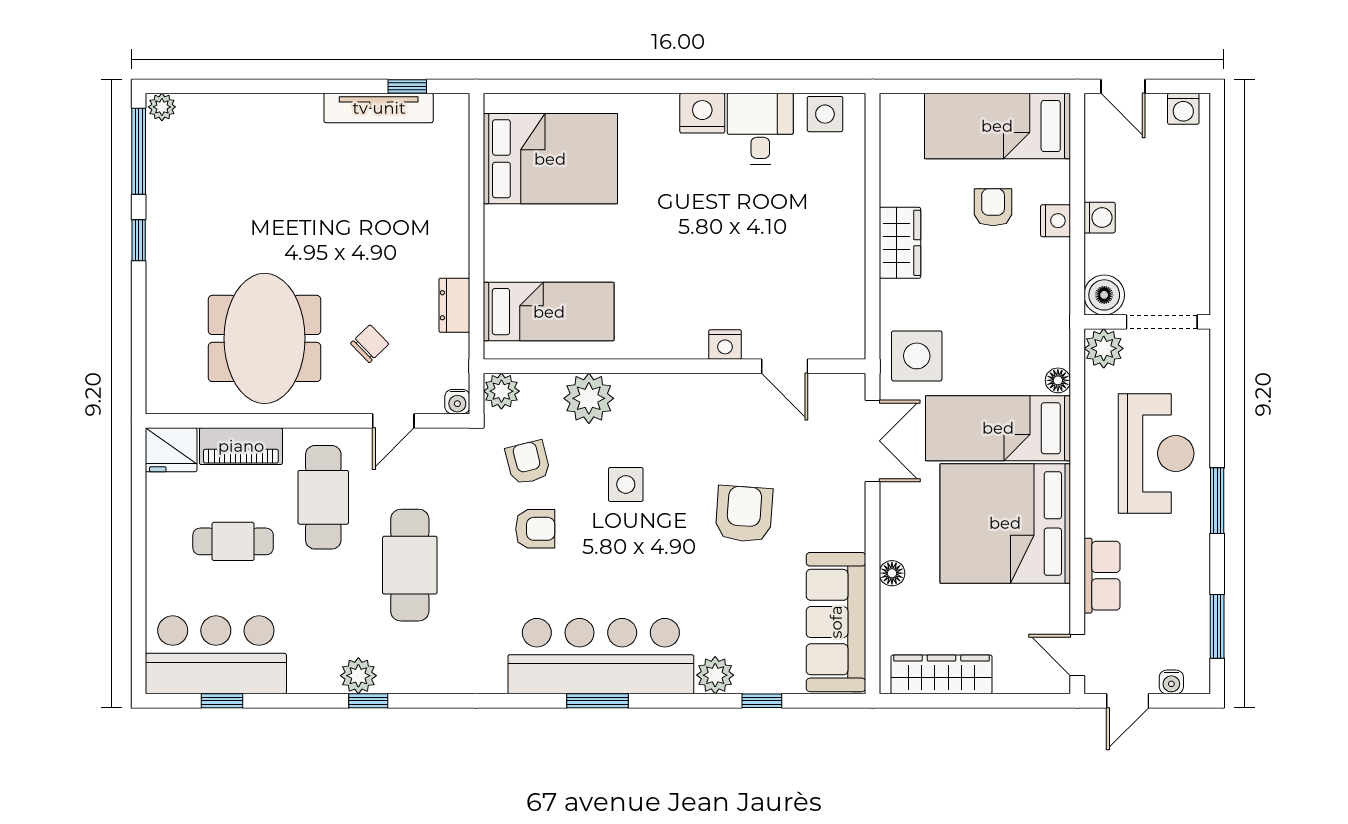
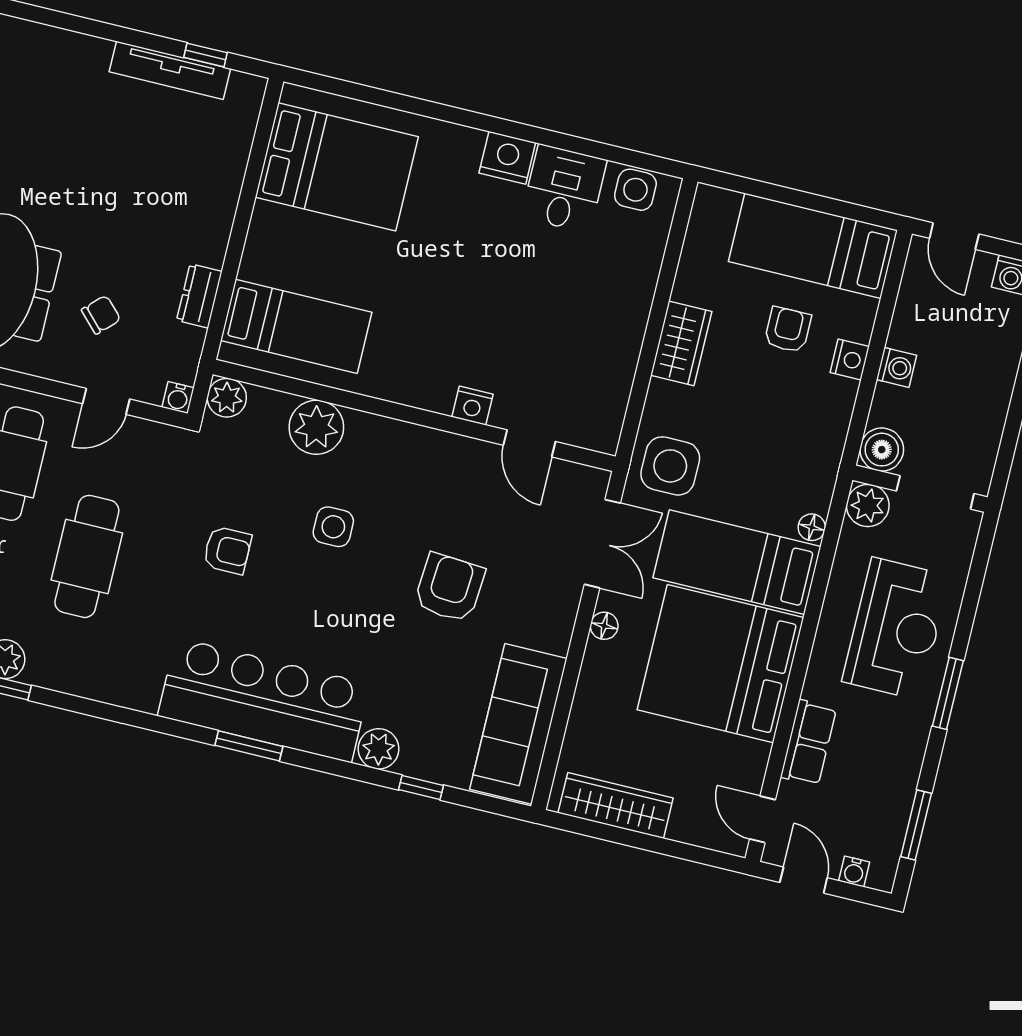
armchair: (528, 462) -> (236, 479), removed
floor lamp: (892, 573) -> (604, 626), moved
door: (1128, 701) -> (804, 880), swing flipped

